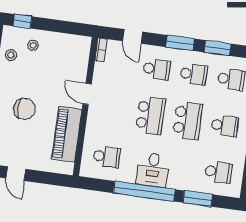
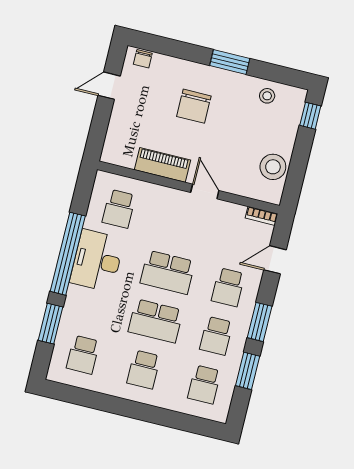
stool: (33, 45) -> (273, 167), moved, width x1.89, depth x1.89
door: (87, 94) -> (205, 191), hinge flipped
piano: (67, 134) -> (163, 165), width x0.73, depth x0.75
desk: (153, 170) -> (97, 261), width x1.37

